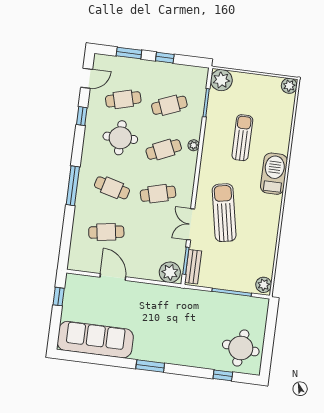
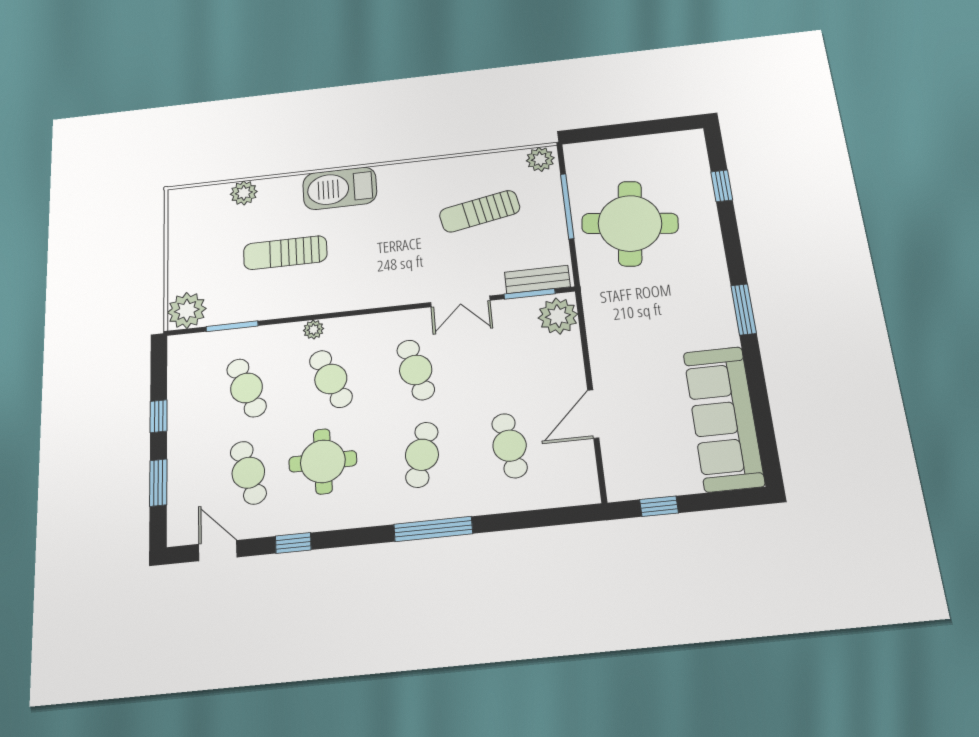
plant: (289, 86) -> (244, 193), moved
sun lounger: (224, 213) -> (480, 211), moved, width x0.73, depth x0.75
round table: (241, 348) -> (630, 223), moved, width x1.36, depth x1.36

